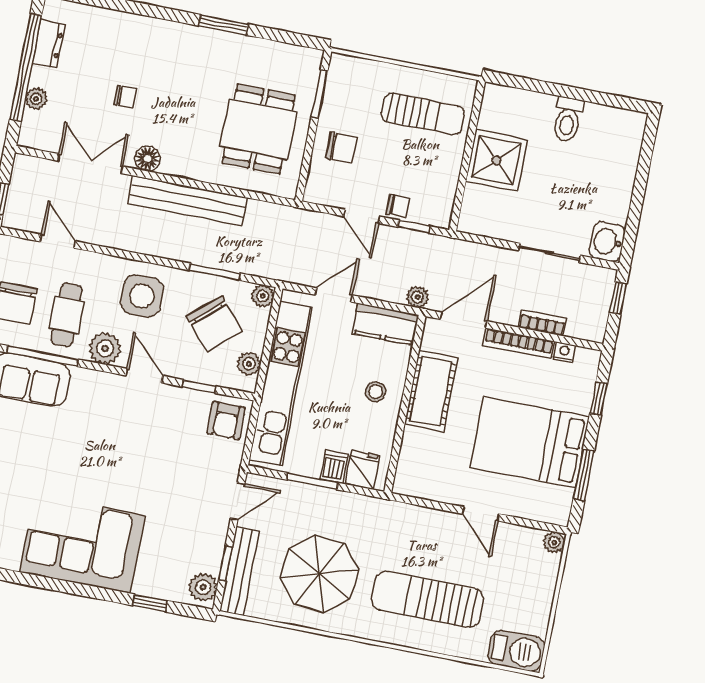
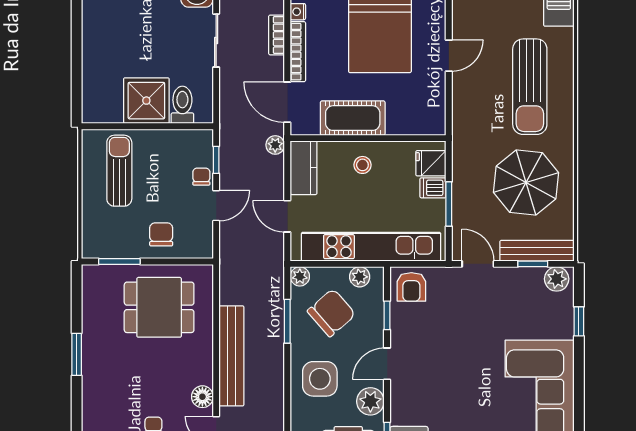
toilet: (568, 119) -> (182, 105), moved, turned -90
armchair: (226, 420) -> (411, 287), turned 90

